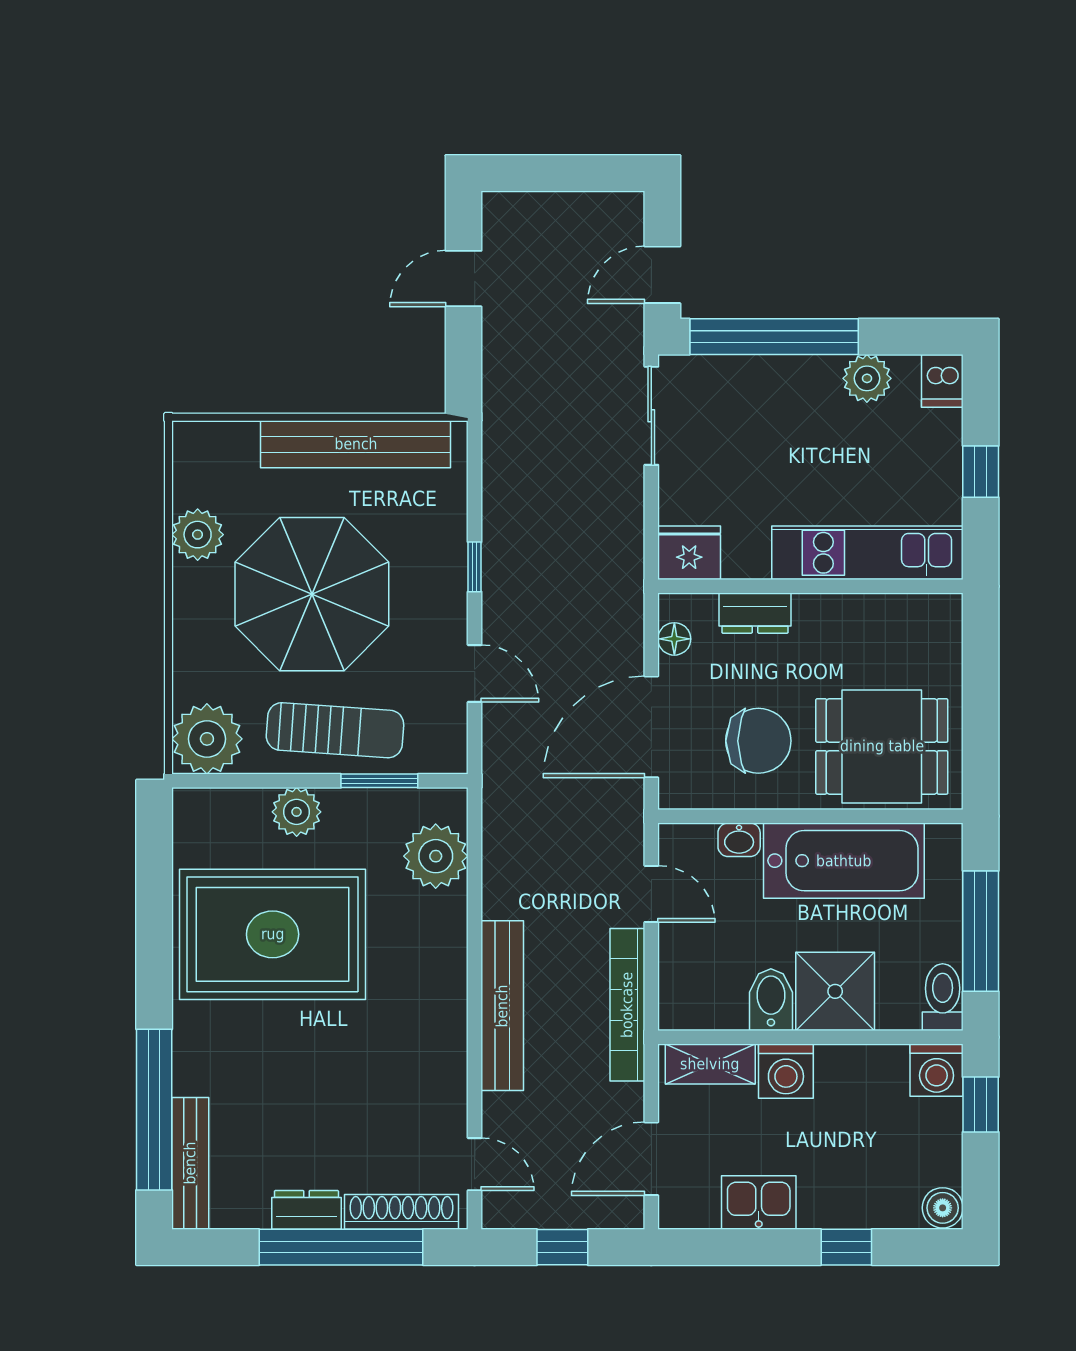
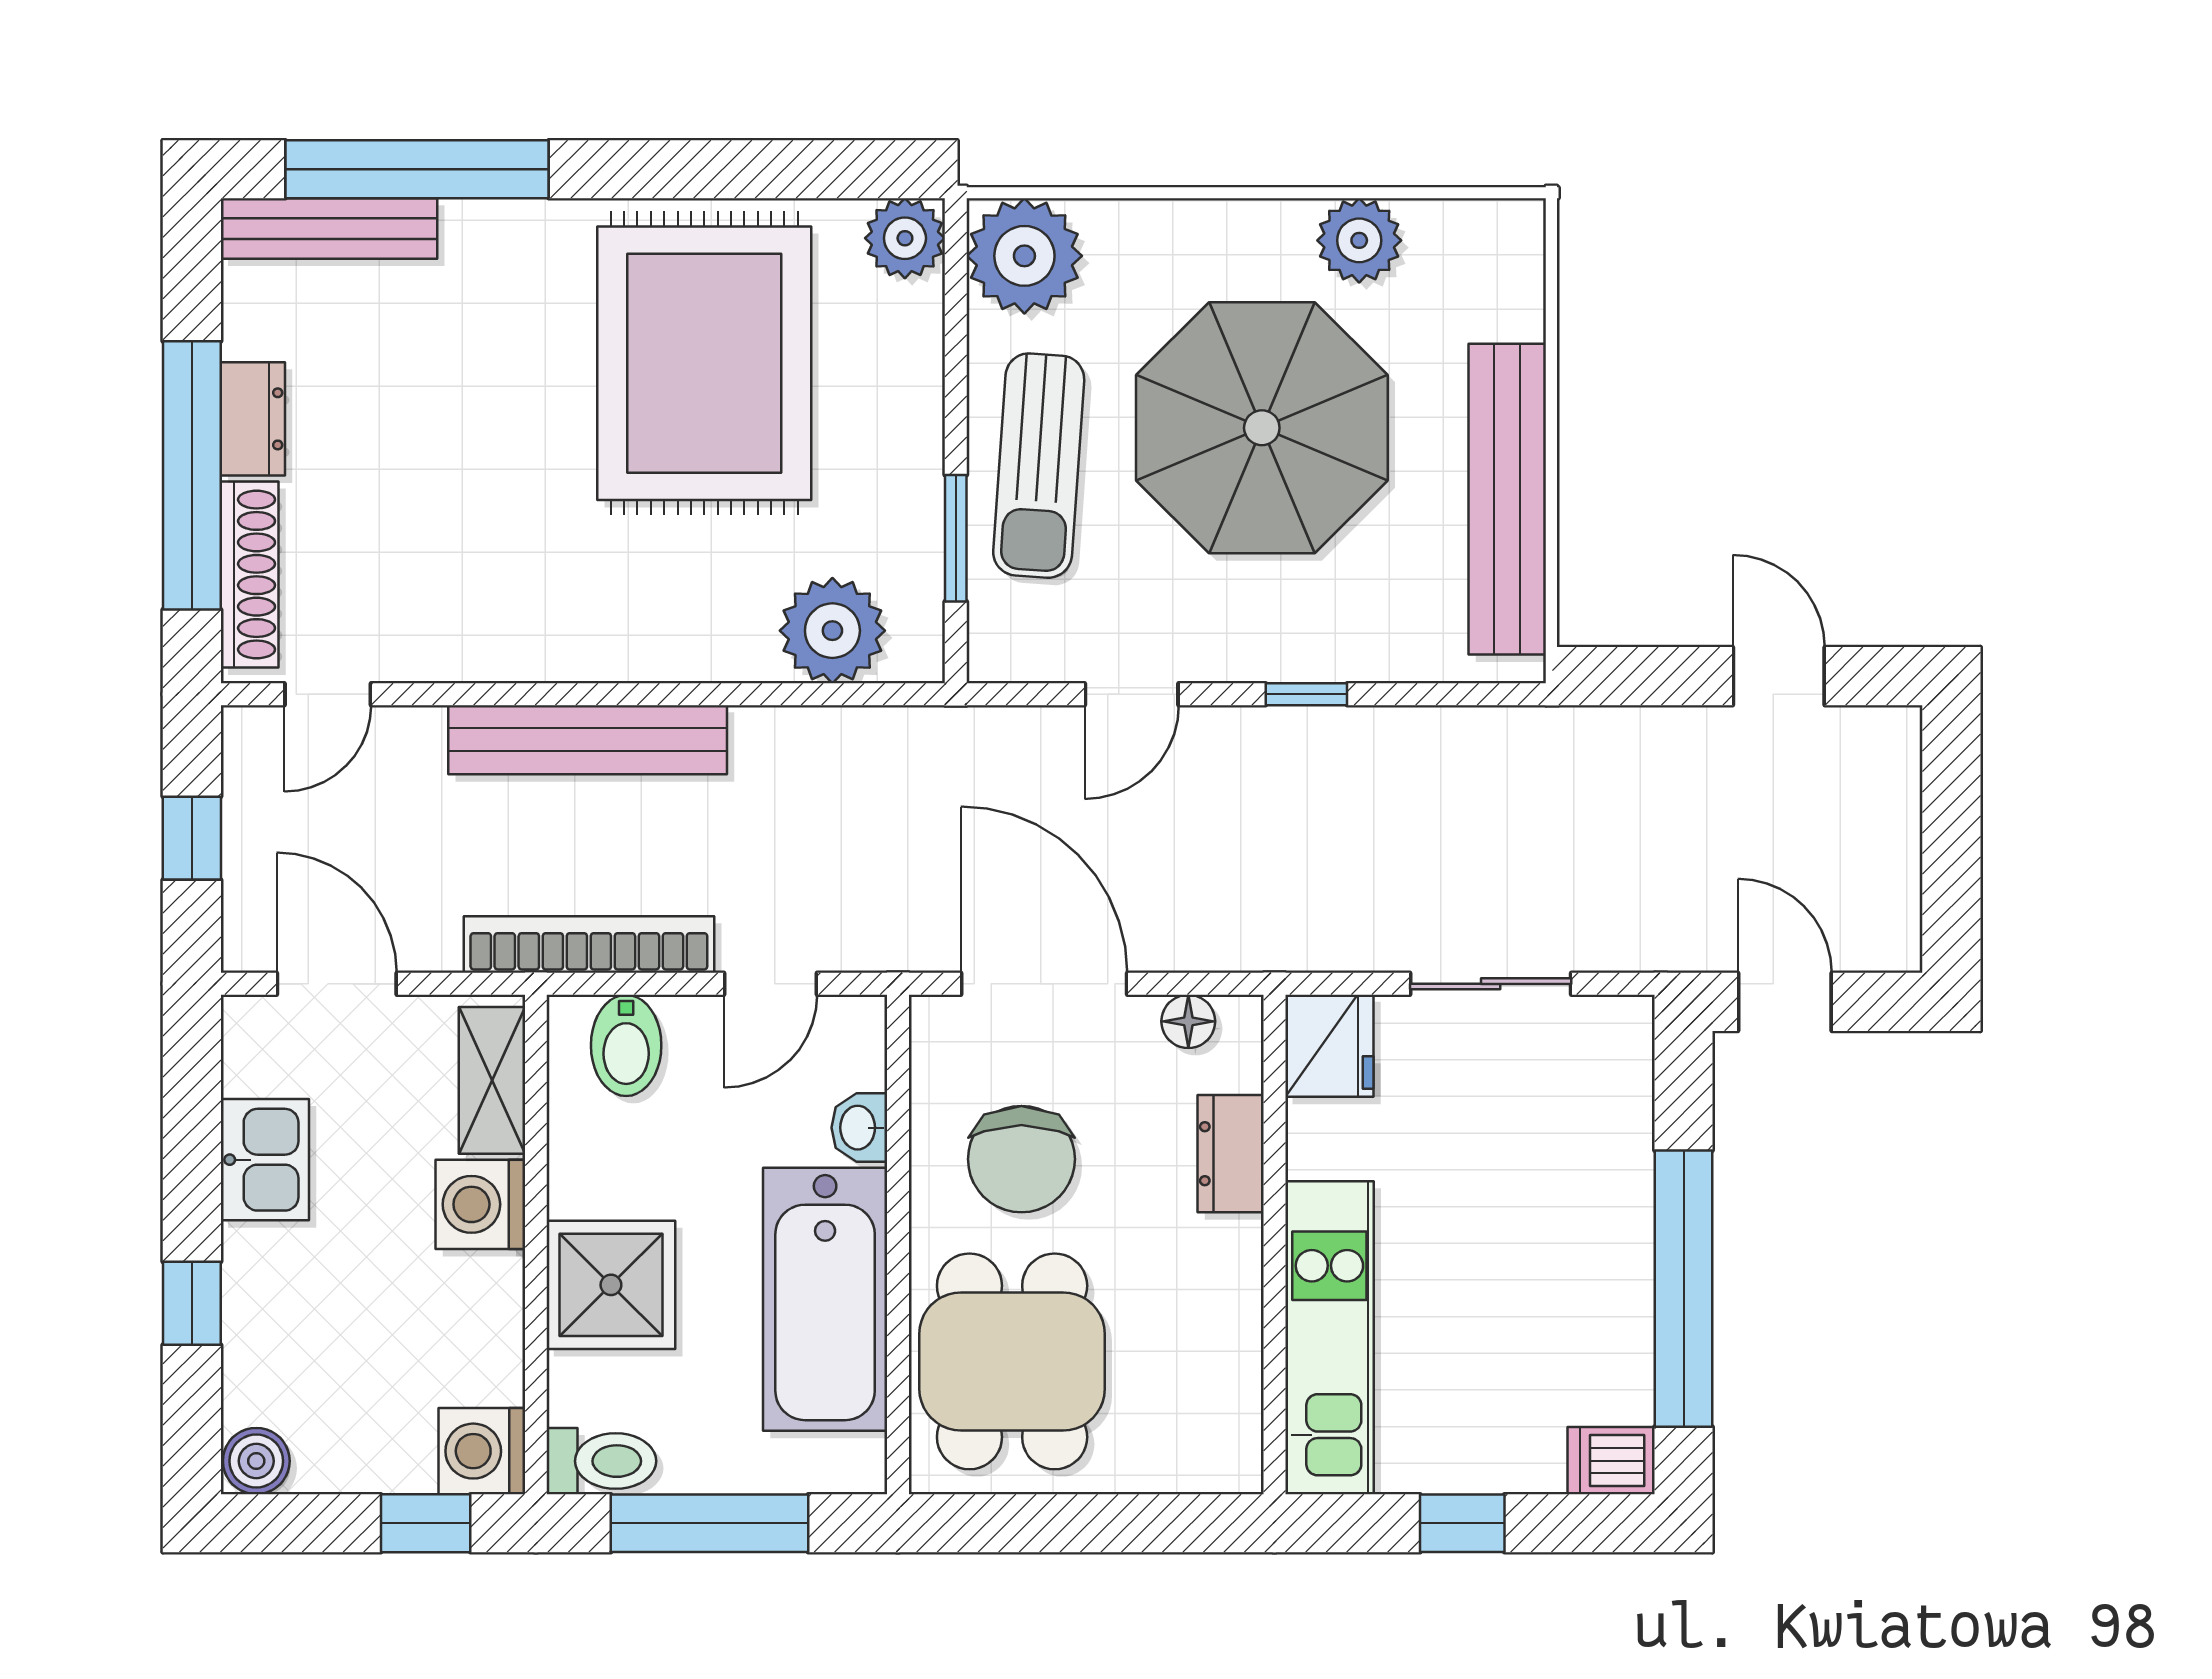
window: (774, 337) -> (1684, 1289), moved
plant: (867, 378) -> (1615, 1337), removed
sliding door: (651, 416) -> (1491, 984), moved
plant: (297, 812) -> (905, 238), moved
bidet: (771, 1000) -> (626, 1045), moved, turned 90

